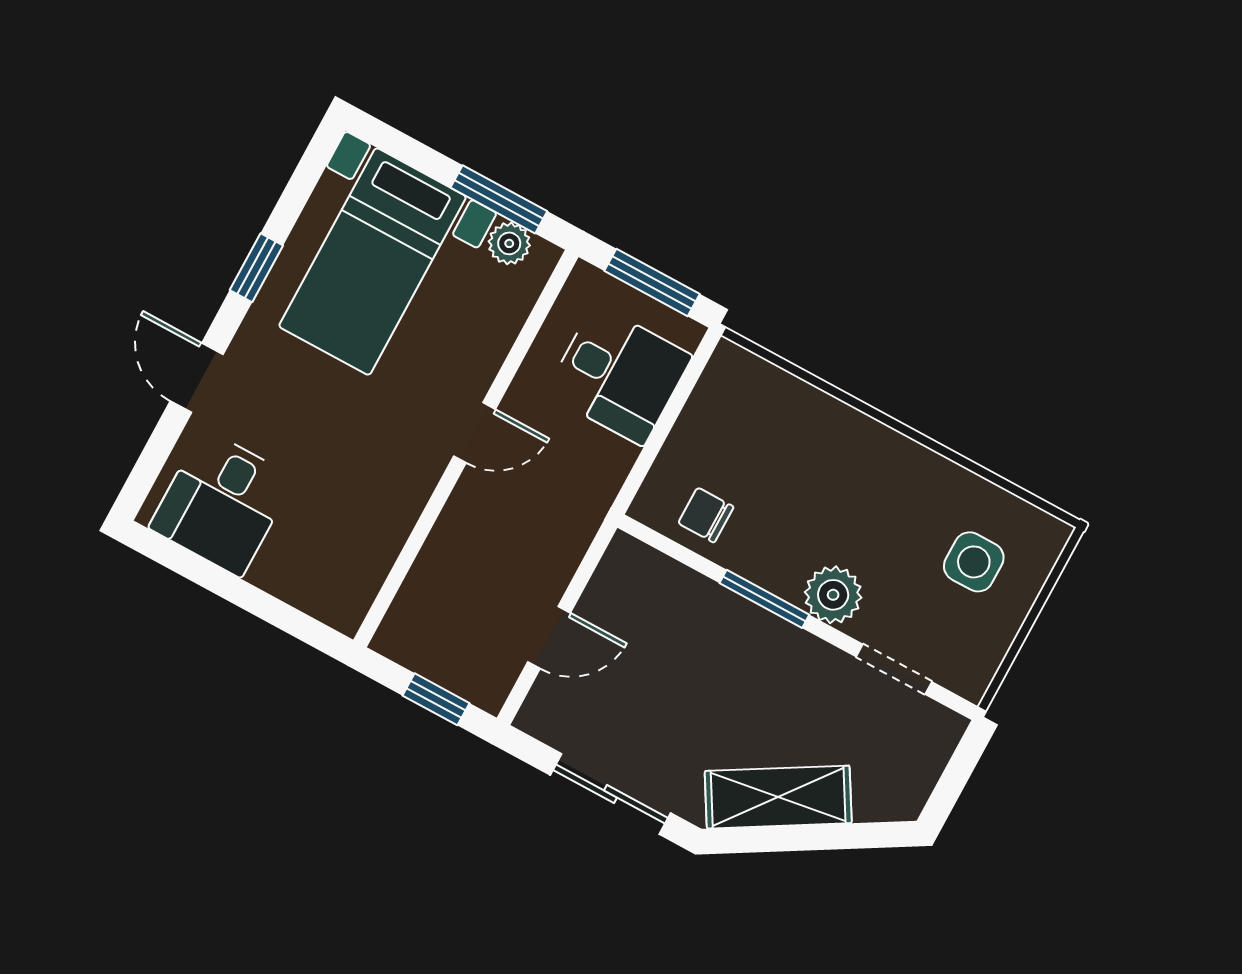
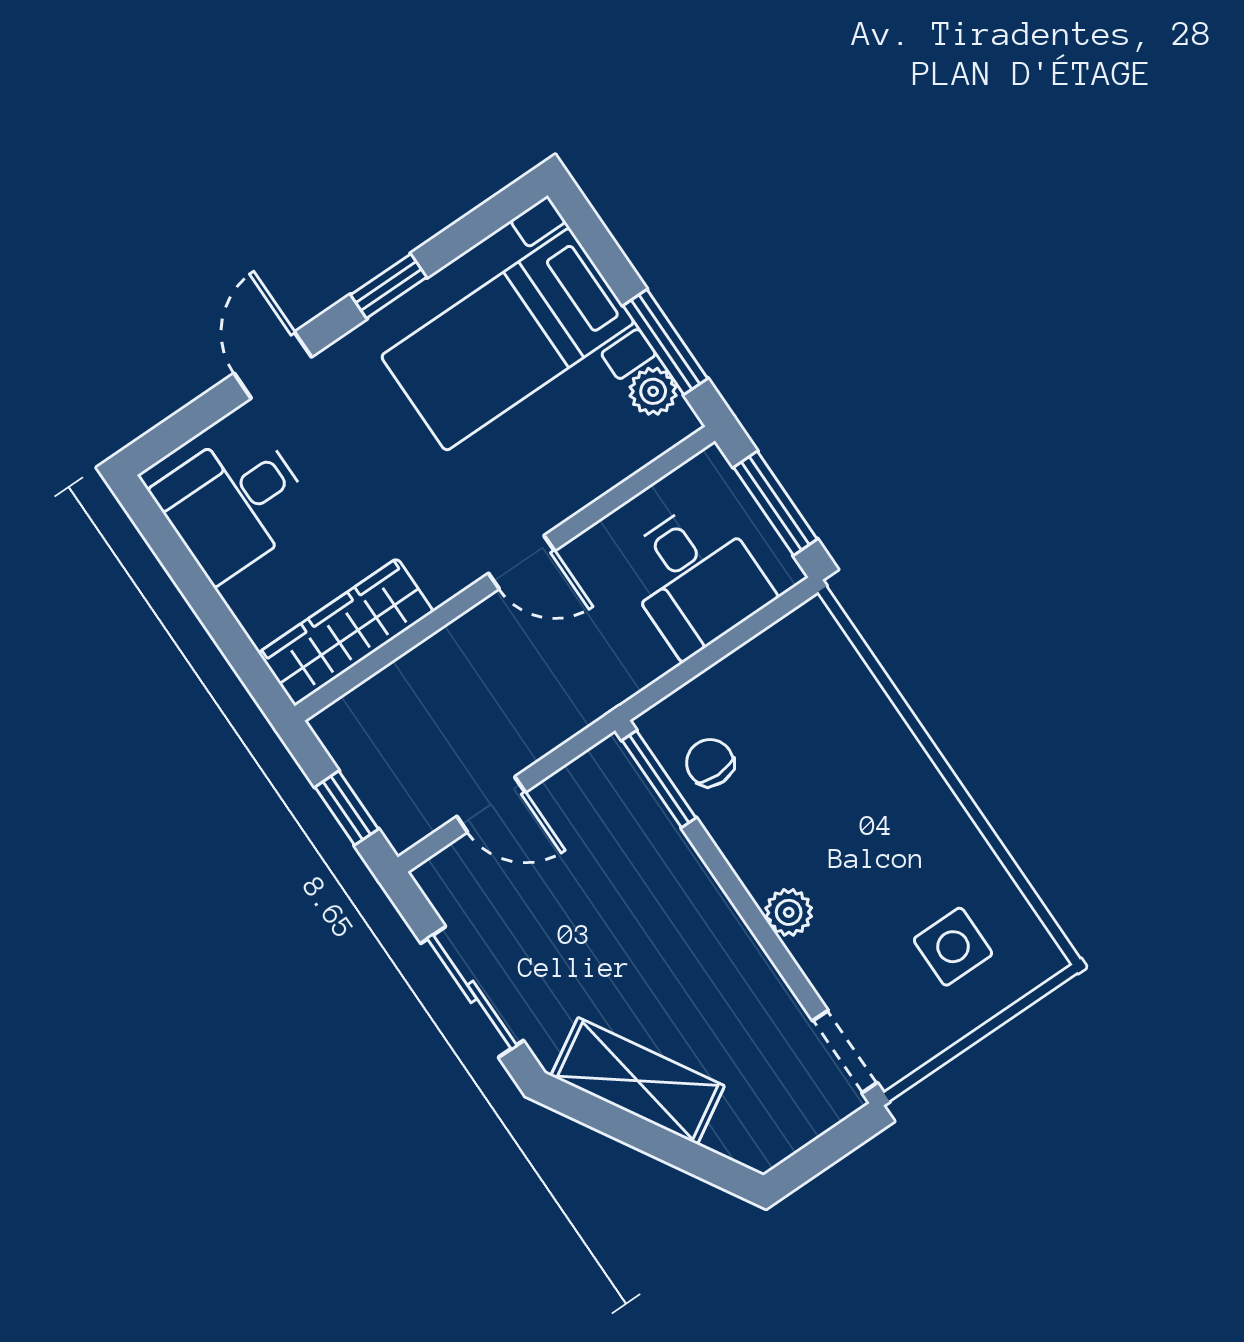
wardrobe: (364, 560) -> (346, 632), added
plant: (833, 595) -> (789, 912), width x0.73, depth x0.73
window: (764, 599) -> (659, 779), moved
doorway: (894, 669) -> (845, 1052), moved

